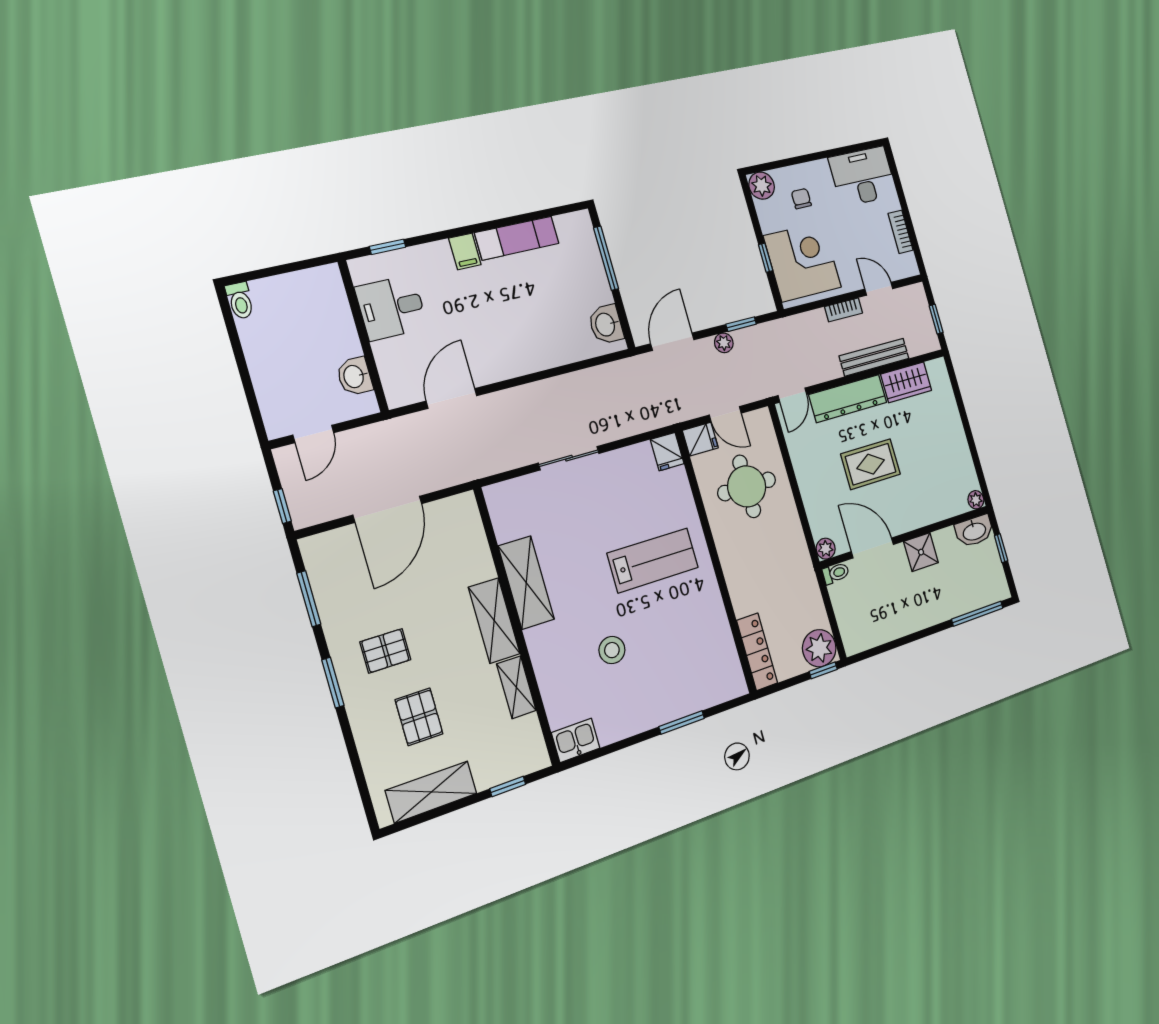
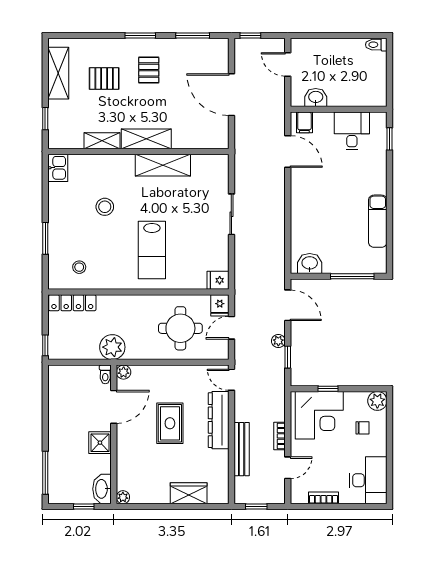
filing cabinet: (465, 251) -> (304, 122), moved, turned -90
wardrobe: (906, 382) -> (189, 493), moved, turned 90
plant: (819, 648) -> (112, 347), moved
stool: (707, 659) -> (79, 267), added

